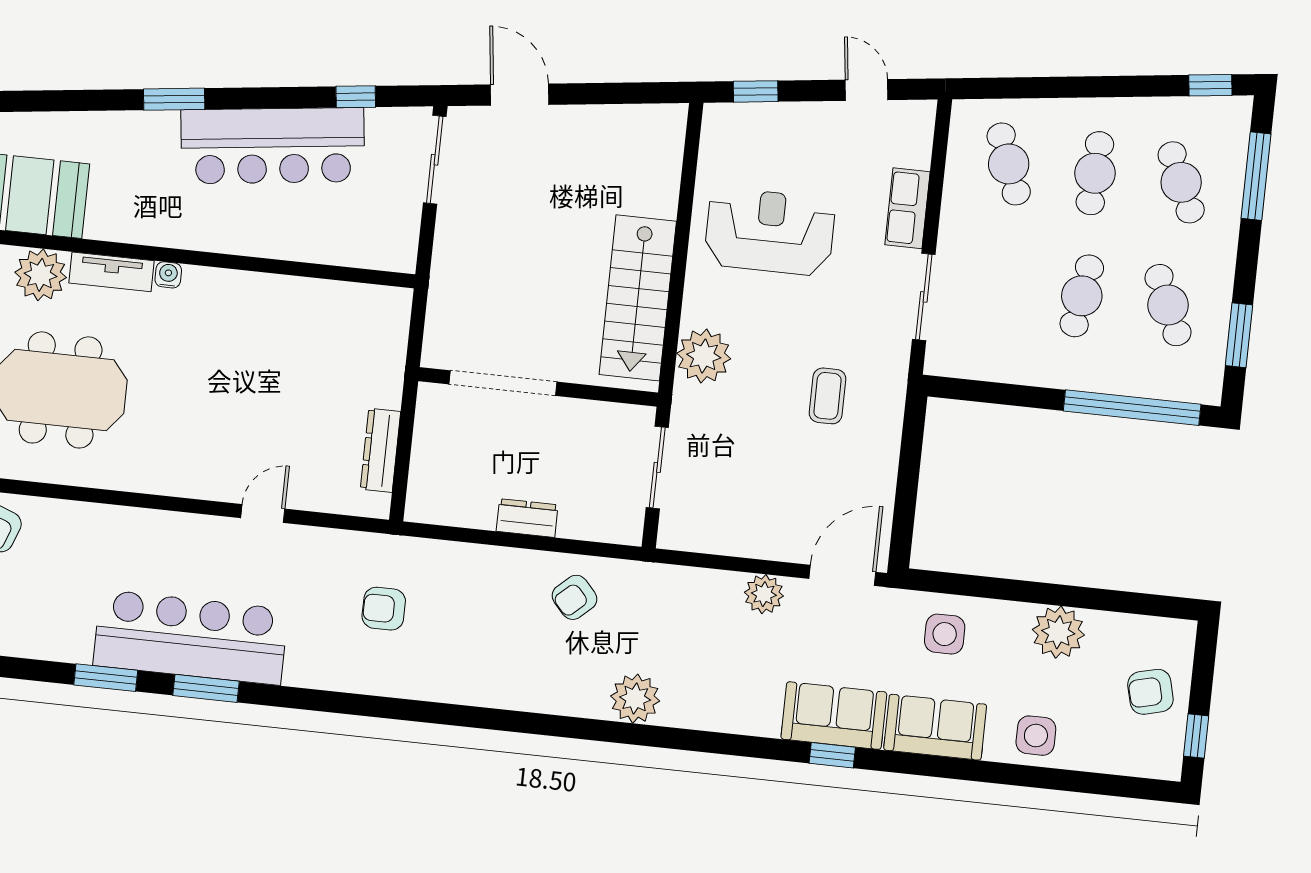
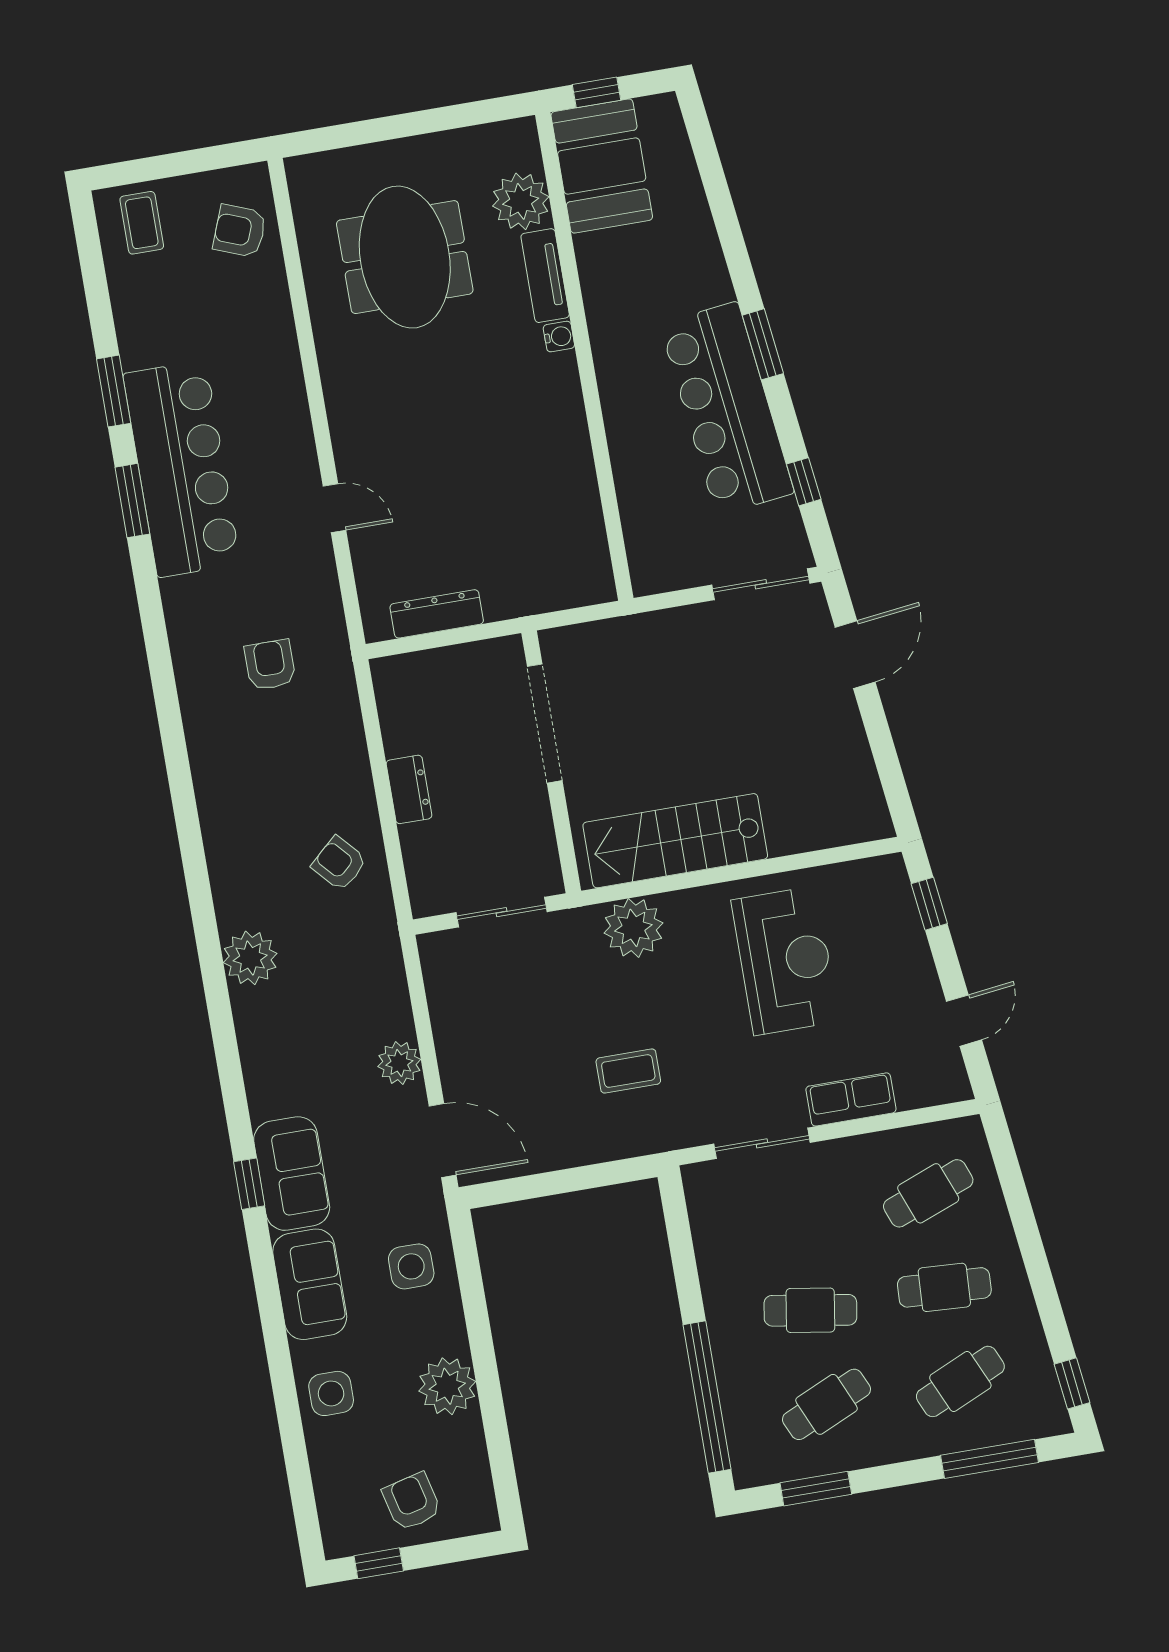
window: (174, 99) -> (763, 344), moved

